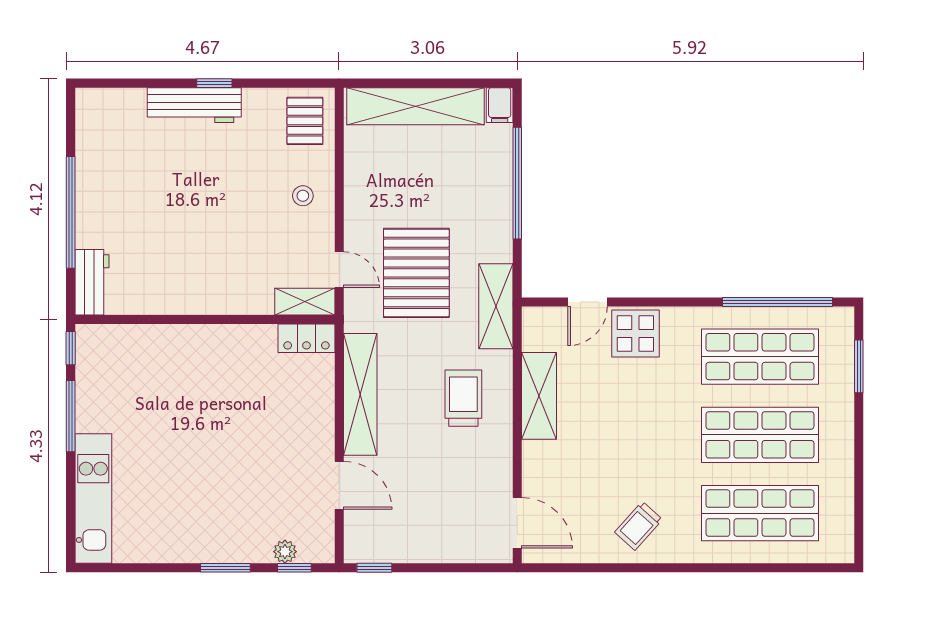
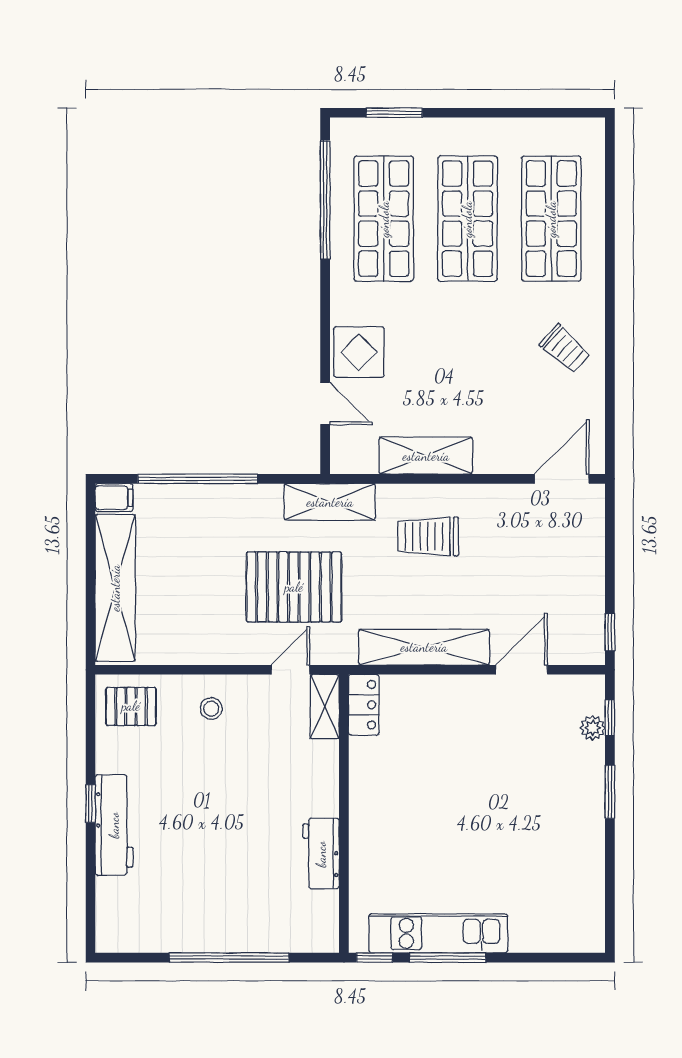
workbench: (92, 282) -> (321, 854), moved, turned -90
kitchen unit: (93, 498) -> (438, 933), moved

